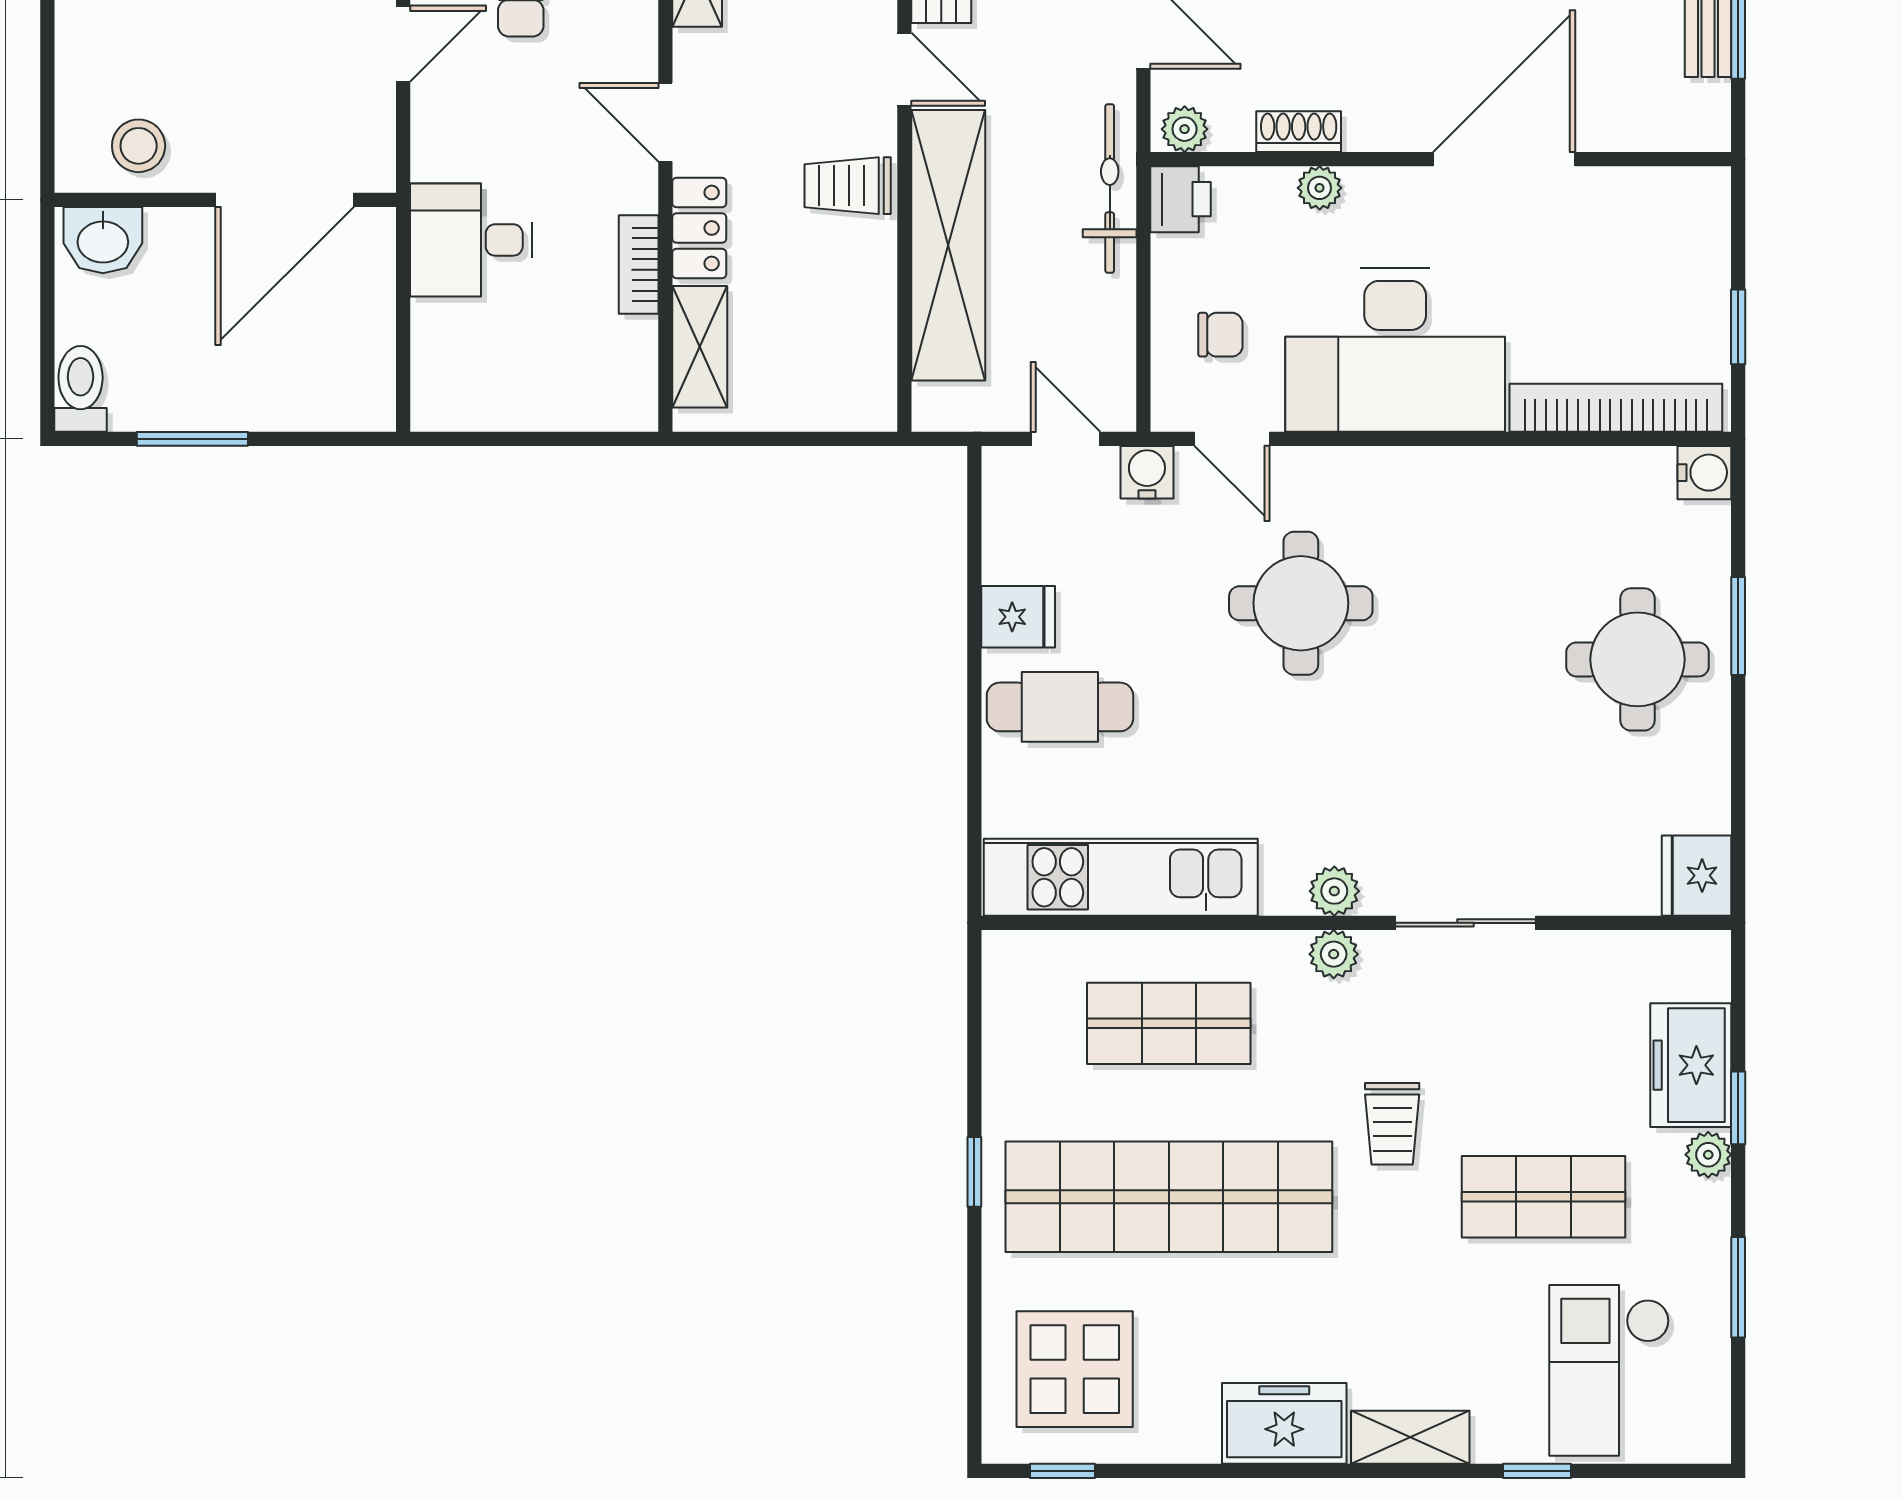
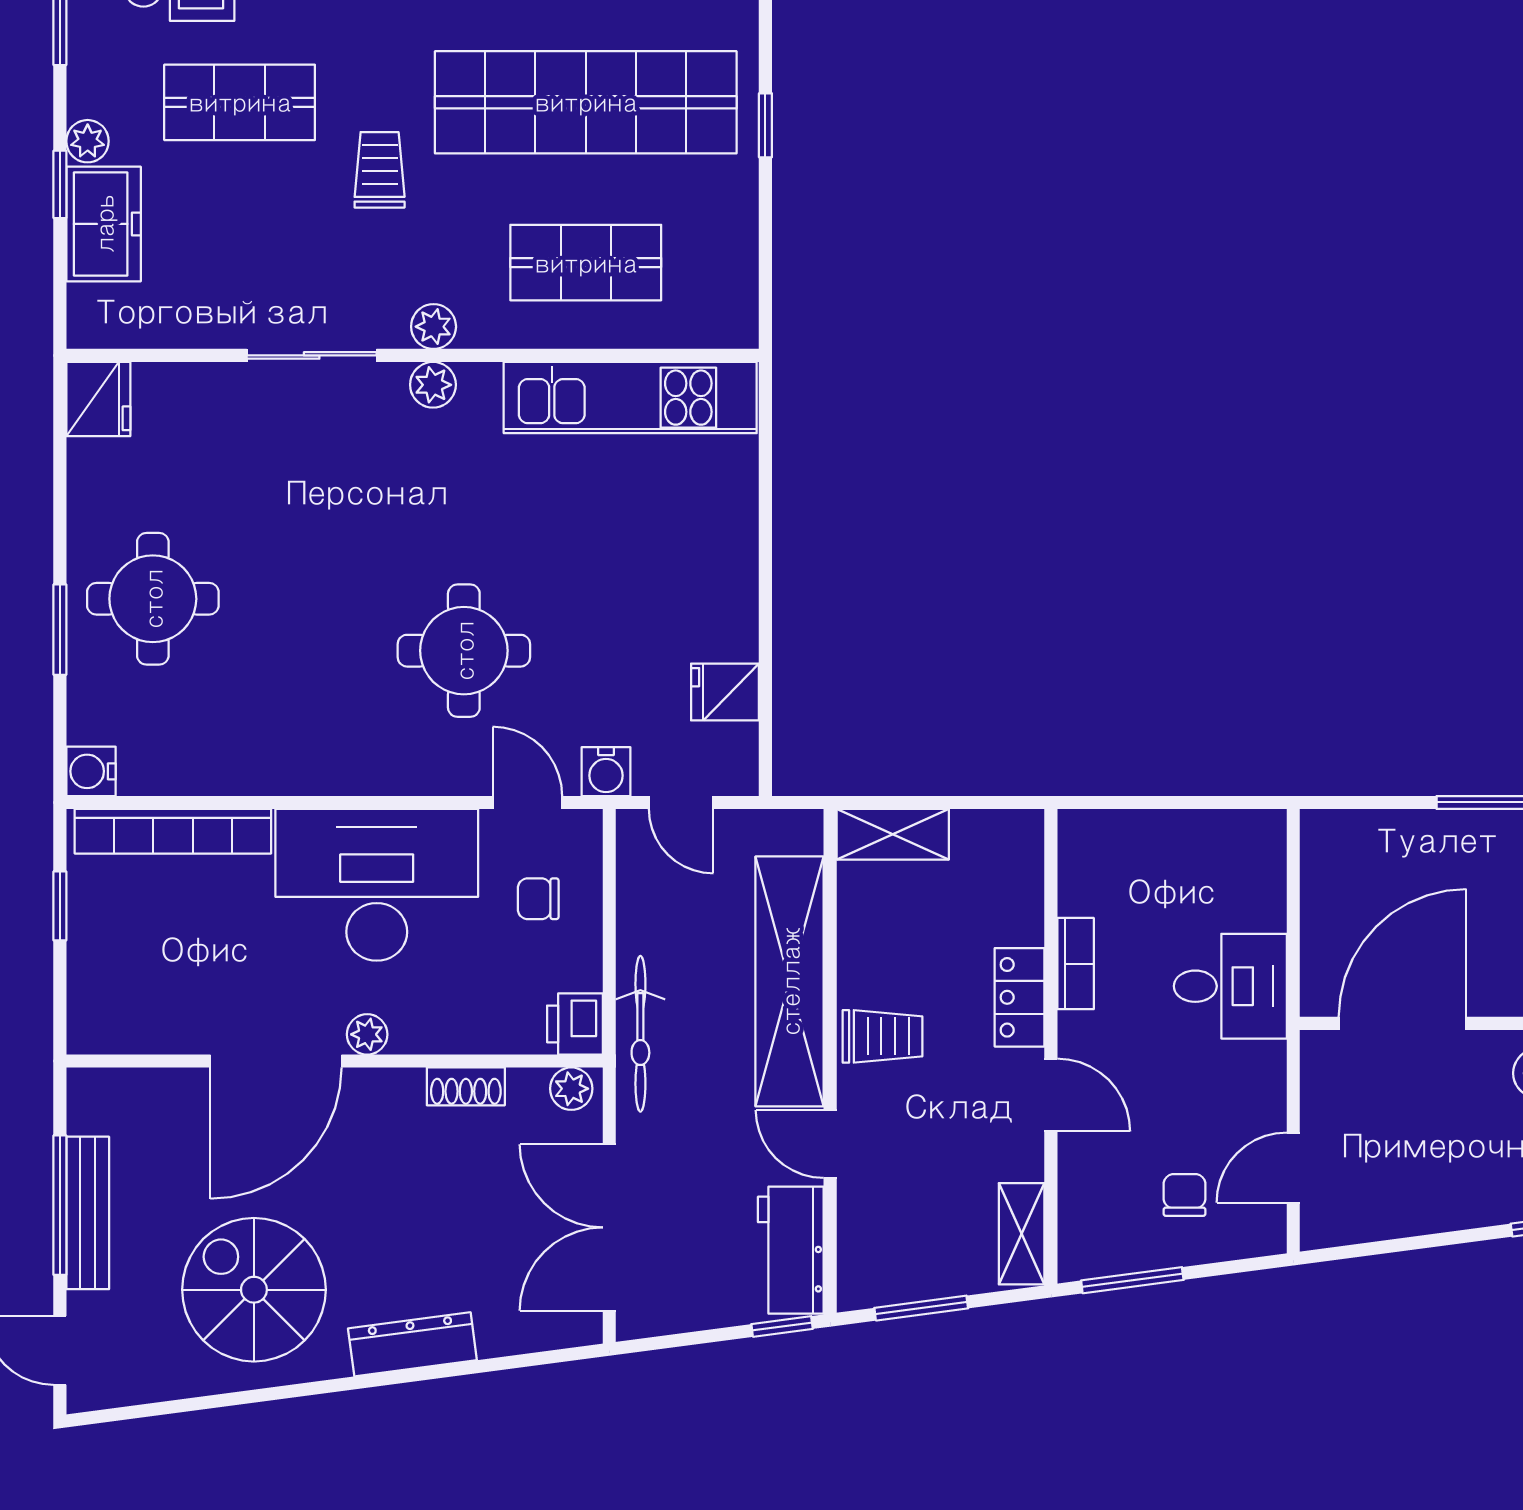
plant: (1320, 188) -> (367, 1034), moved
shelving: (700, 347) -> (893, 834), moved, turned 90
fridge: (1018, 617) -> (725, 692), moved
cafe table: (1060, 707) -> (686, 555), removed

